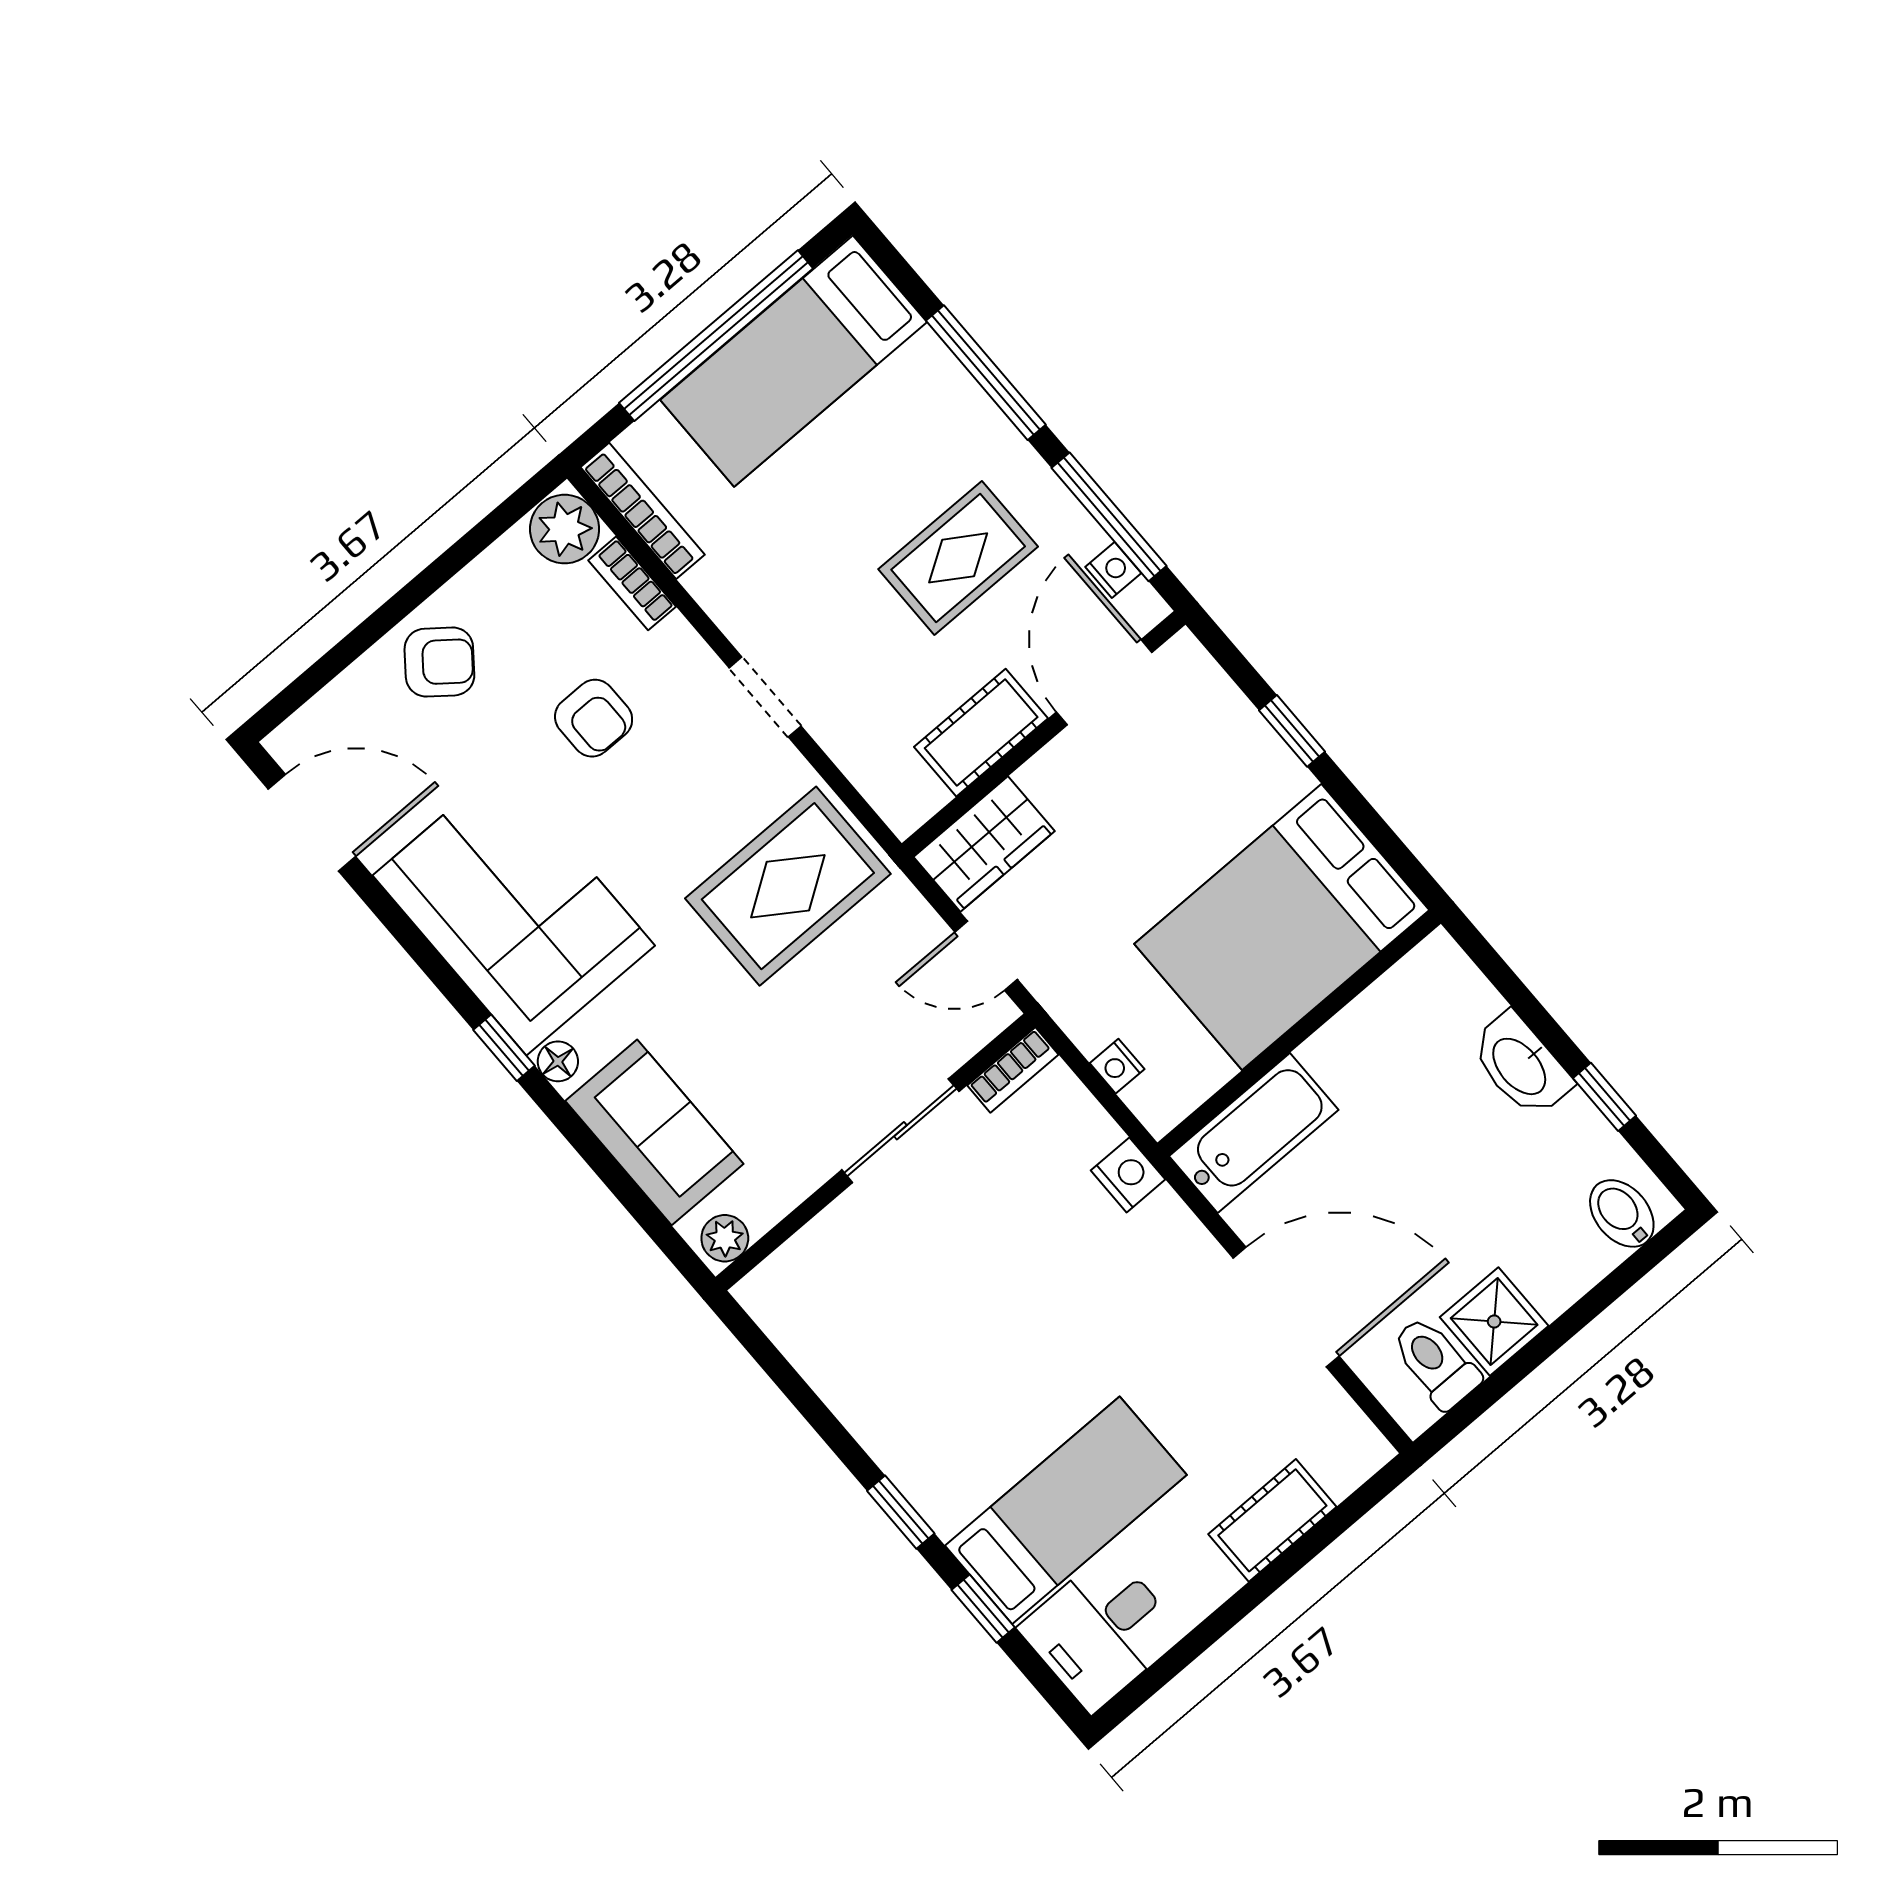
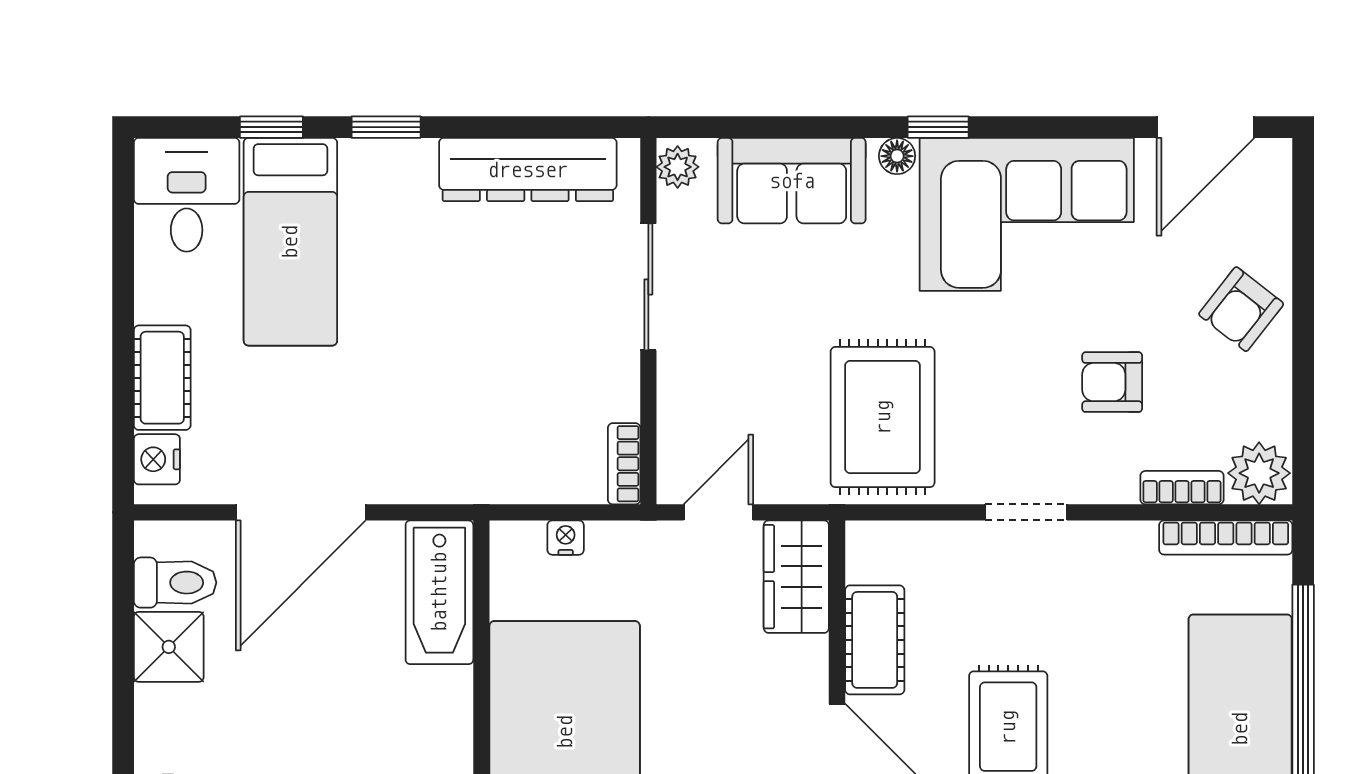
sliding door: (900, 1131) -> (648, 287), moved
nightstand: (1128, 1175) -> (157, 459), moved, turned 90
dresser: (835, 1362) -> (528, 170), added

